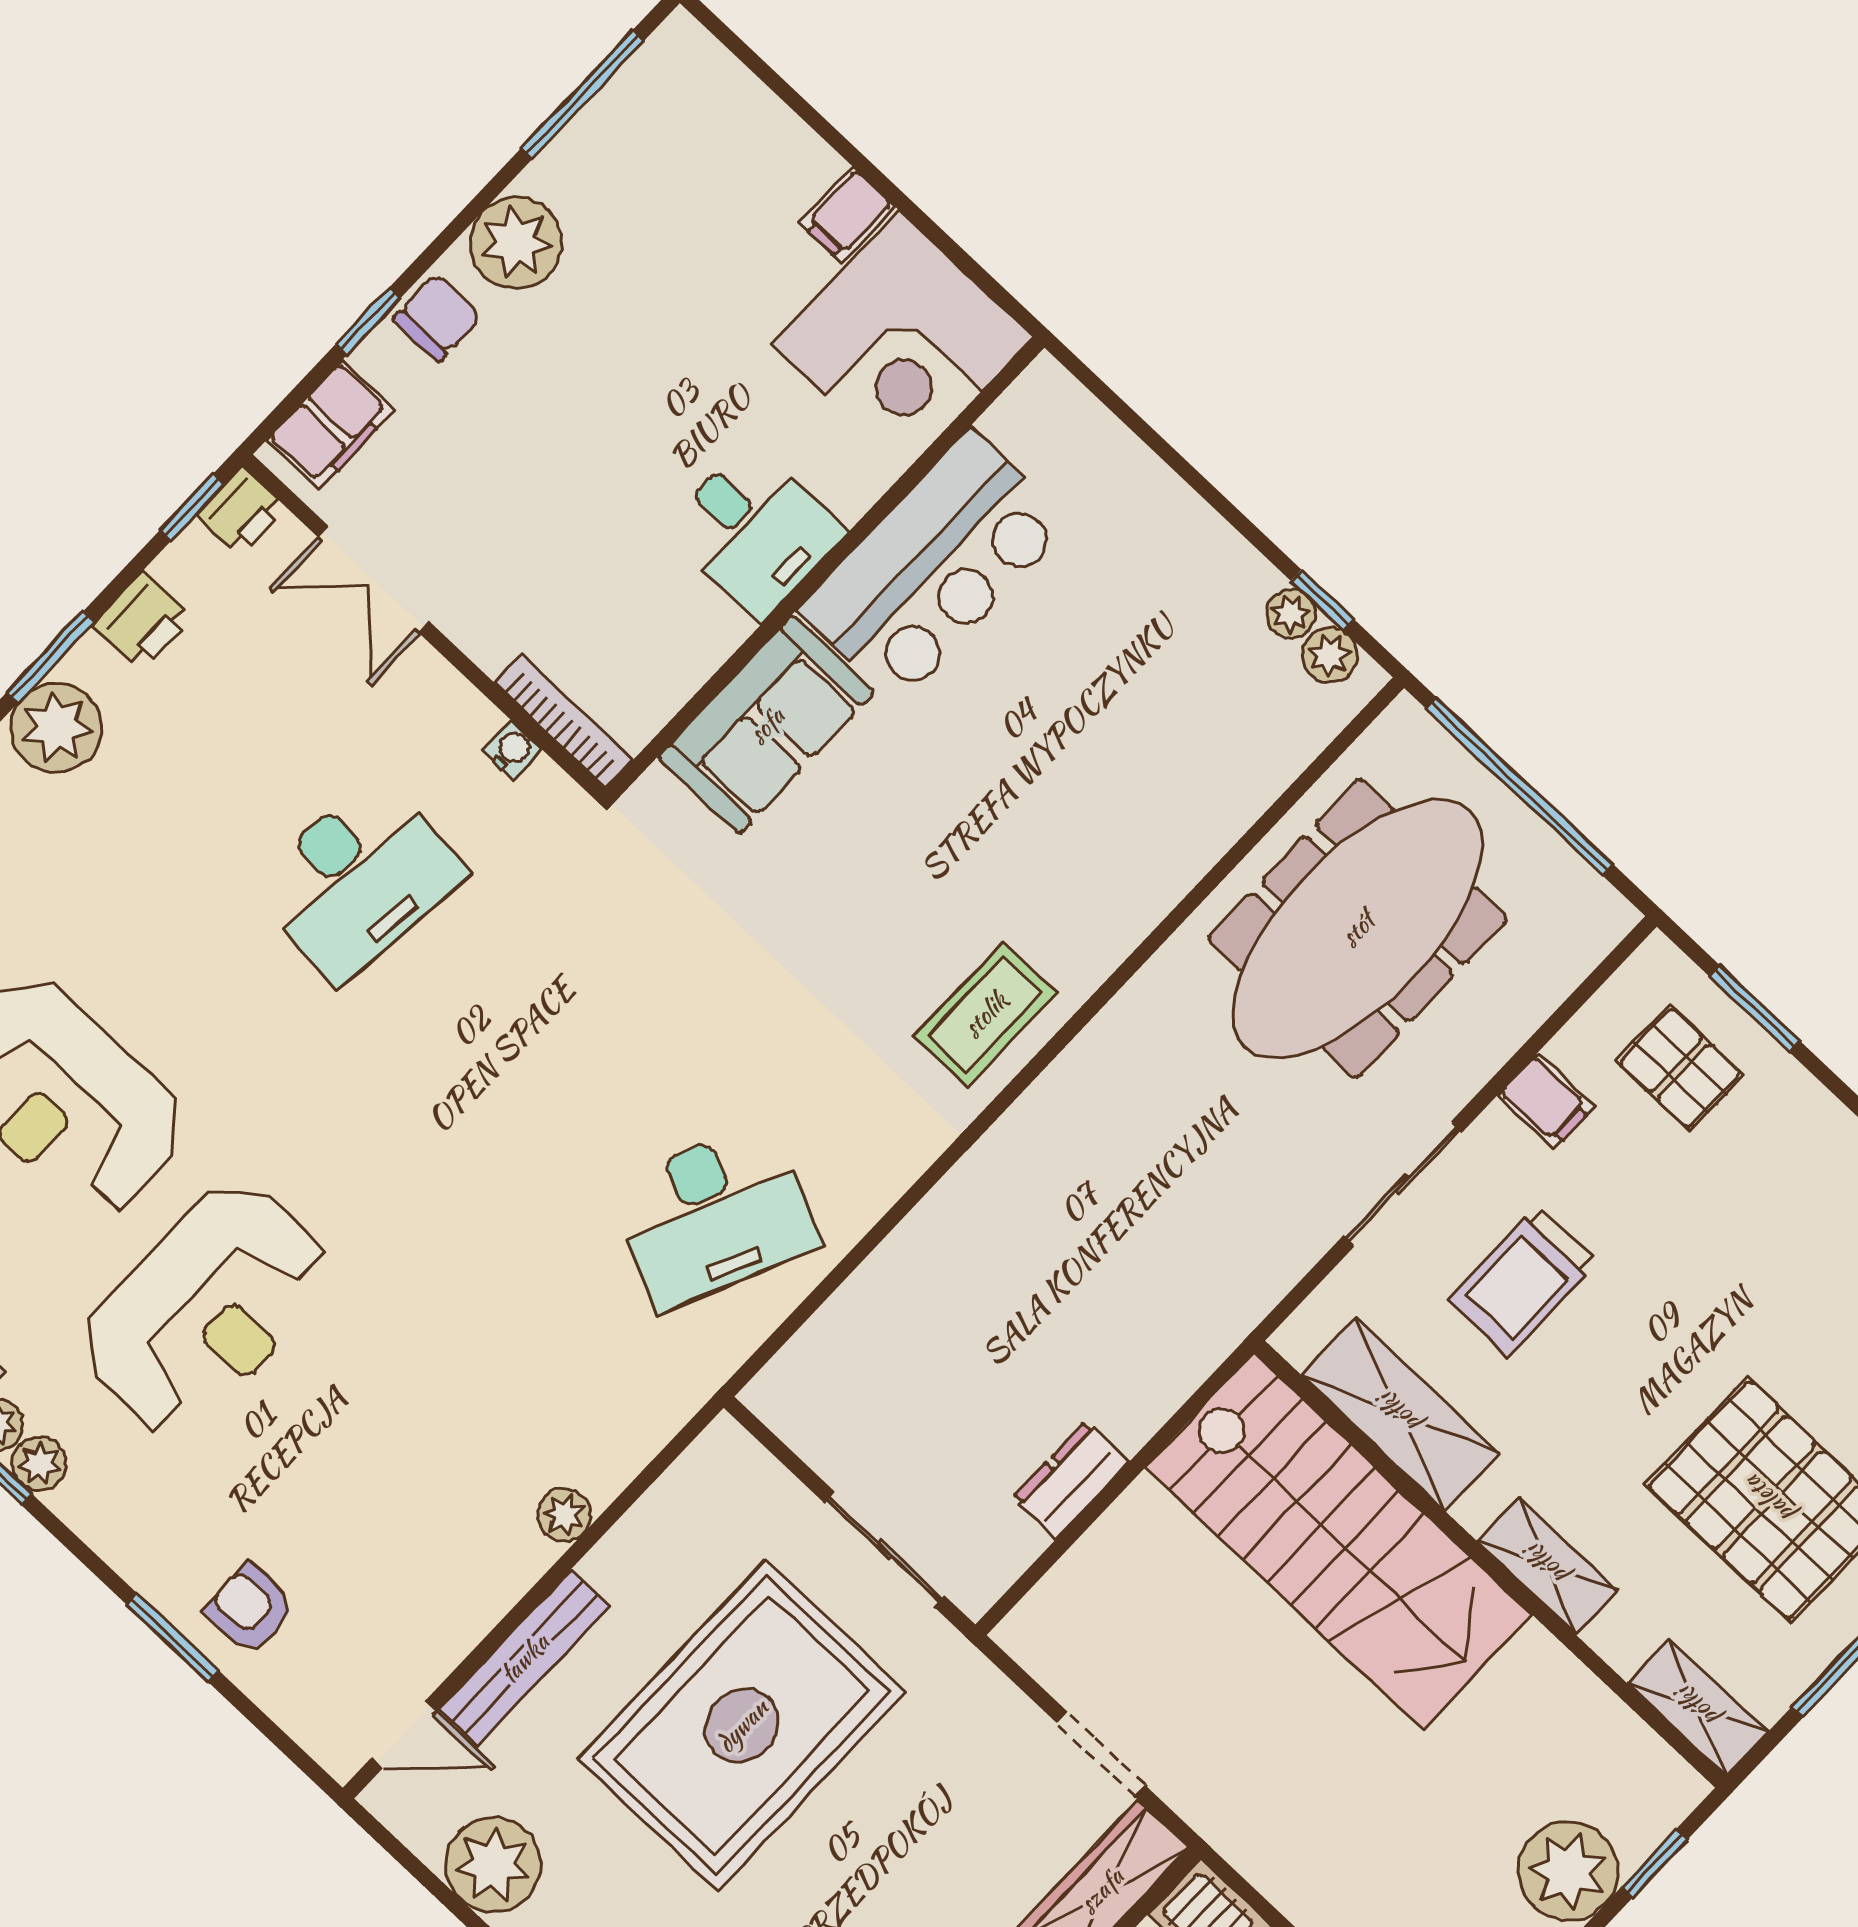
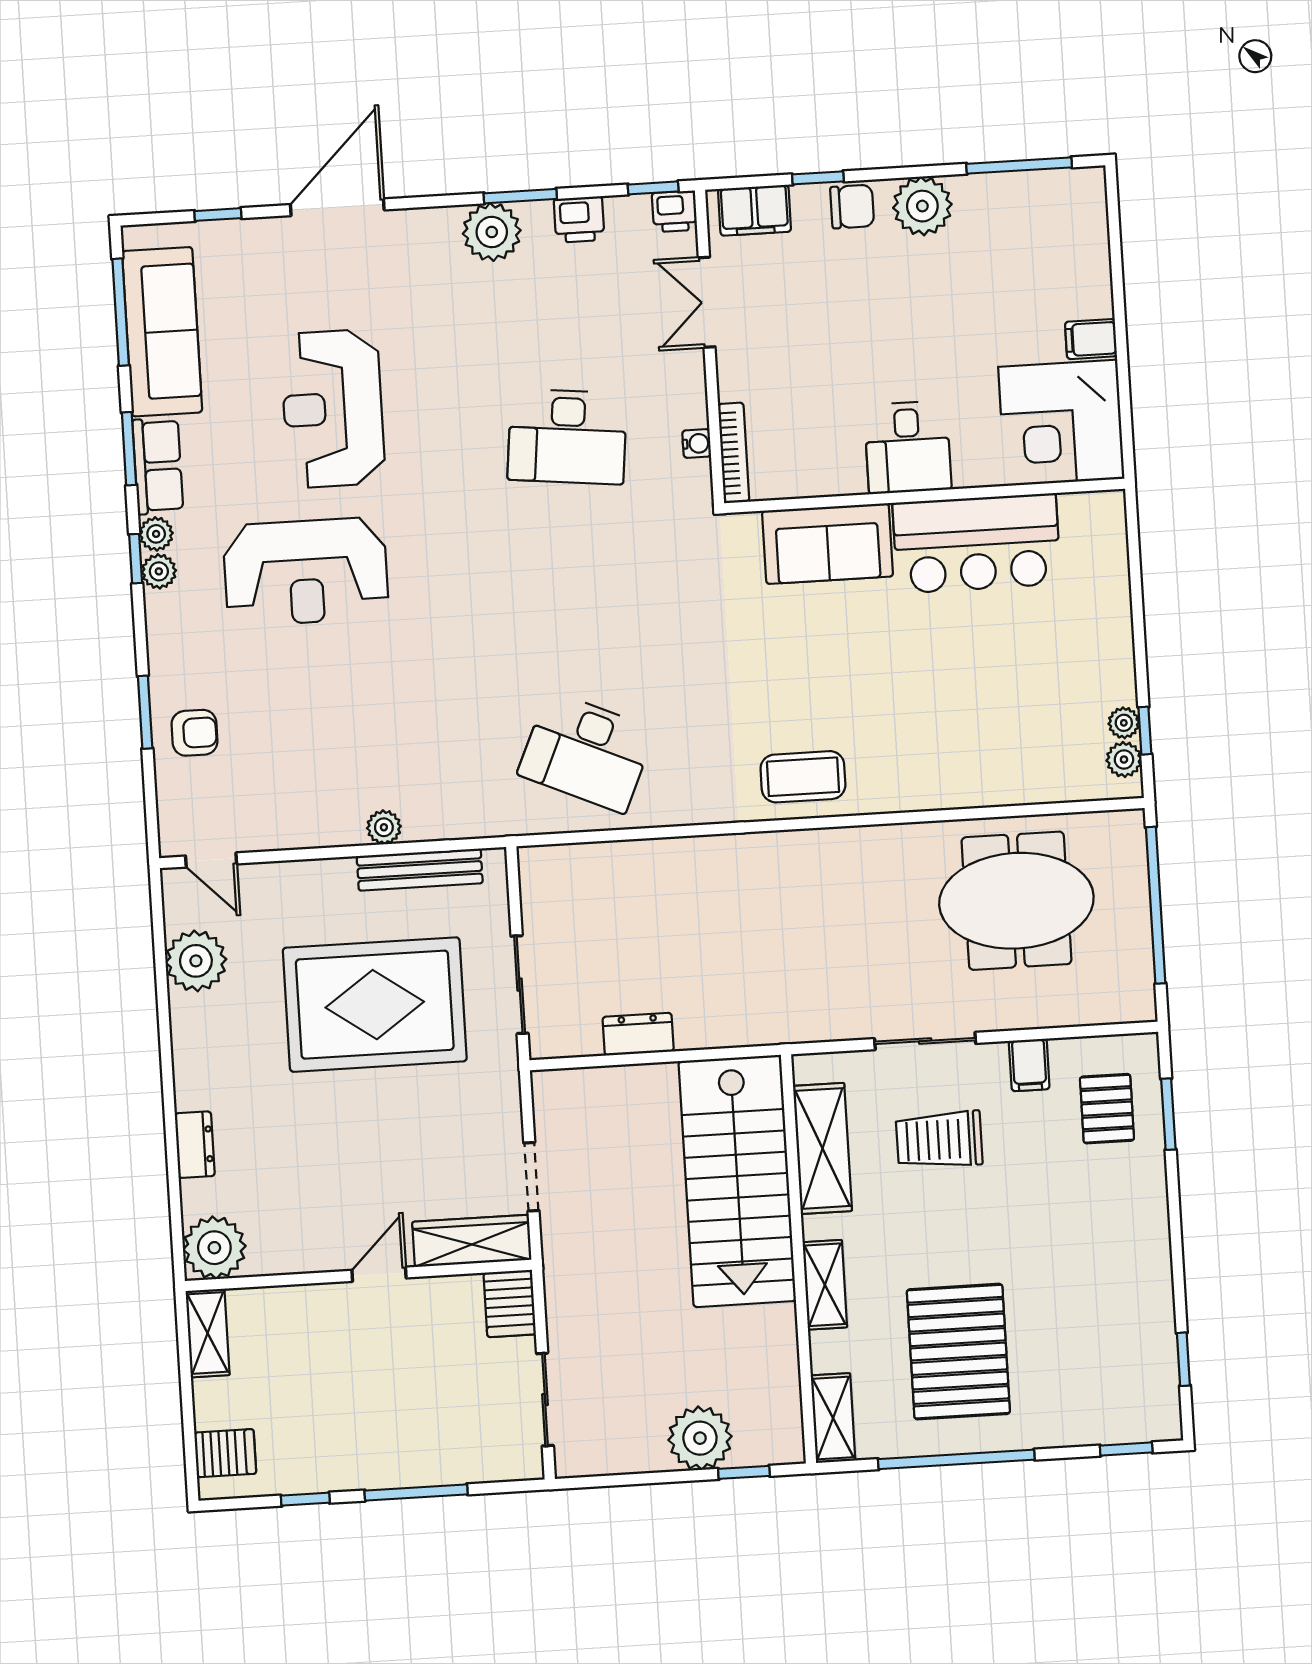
meeting table: (1357, 929) -> (1016, 901), width x0.73
armchair: (250, 1609) -> (194, 733), turned 90
bench: (524, 1658) -> (420, 870), moved

